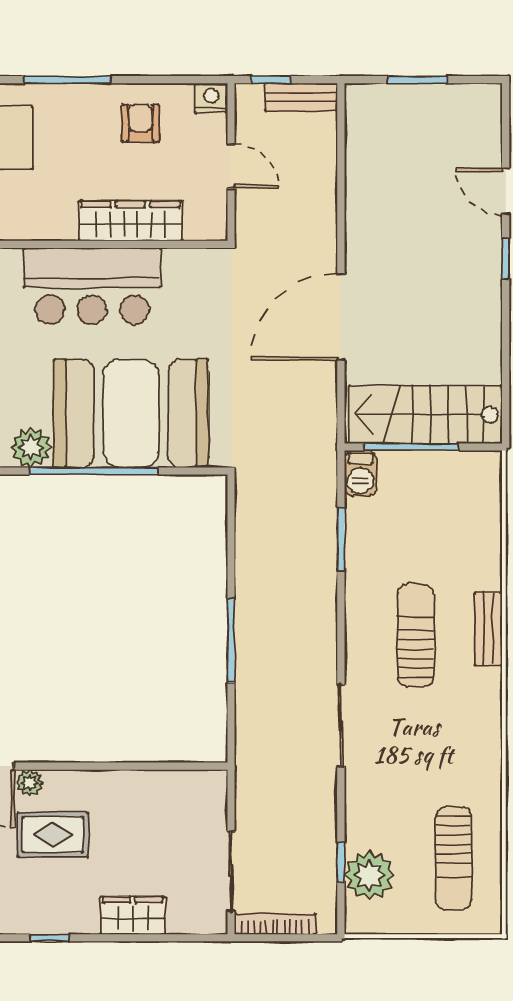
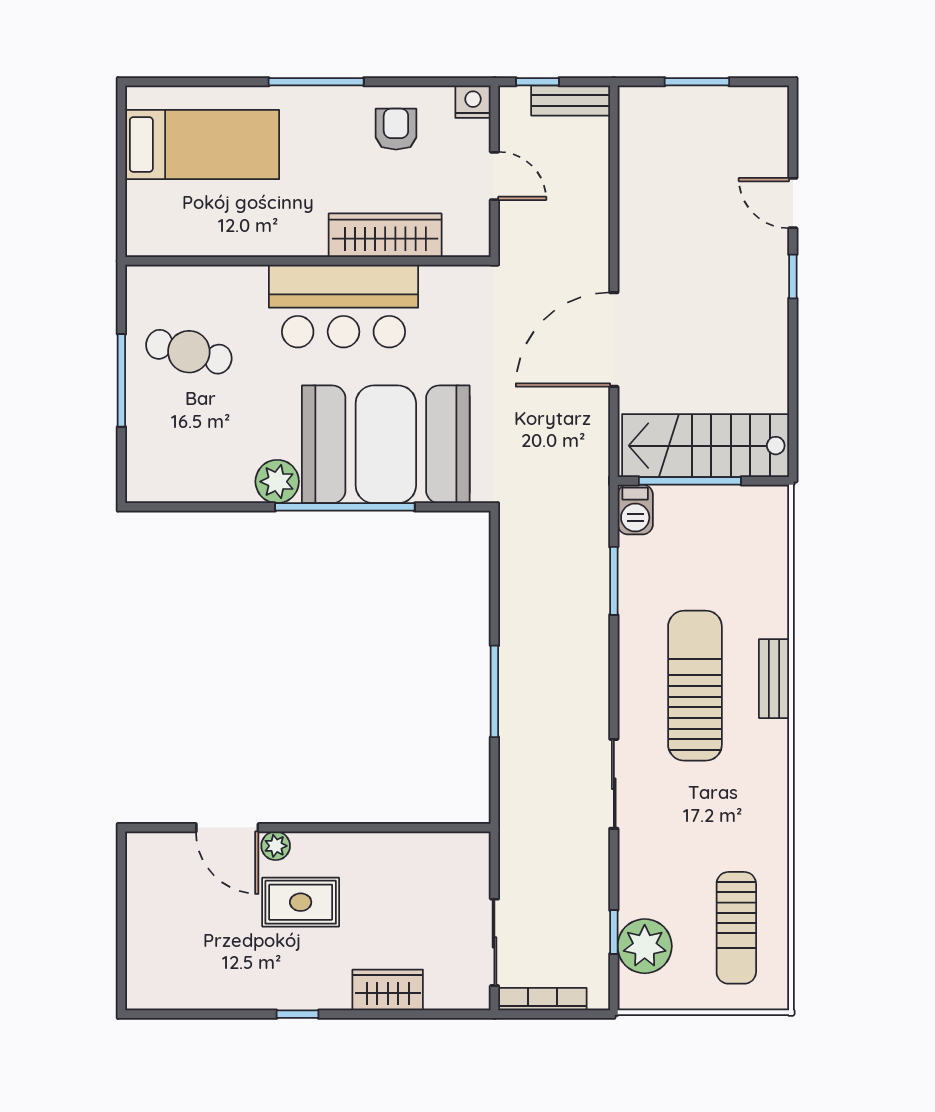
sun lounger: (416, 635) -> (695, 686), width x1.36, depth x1.34

